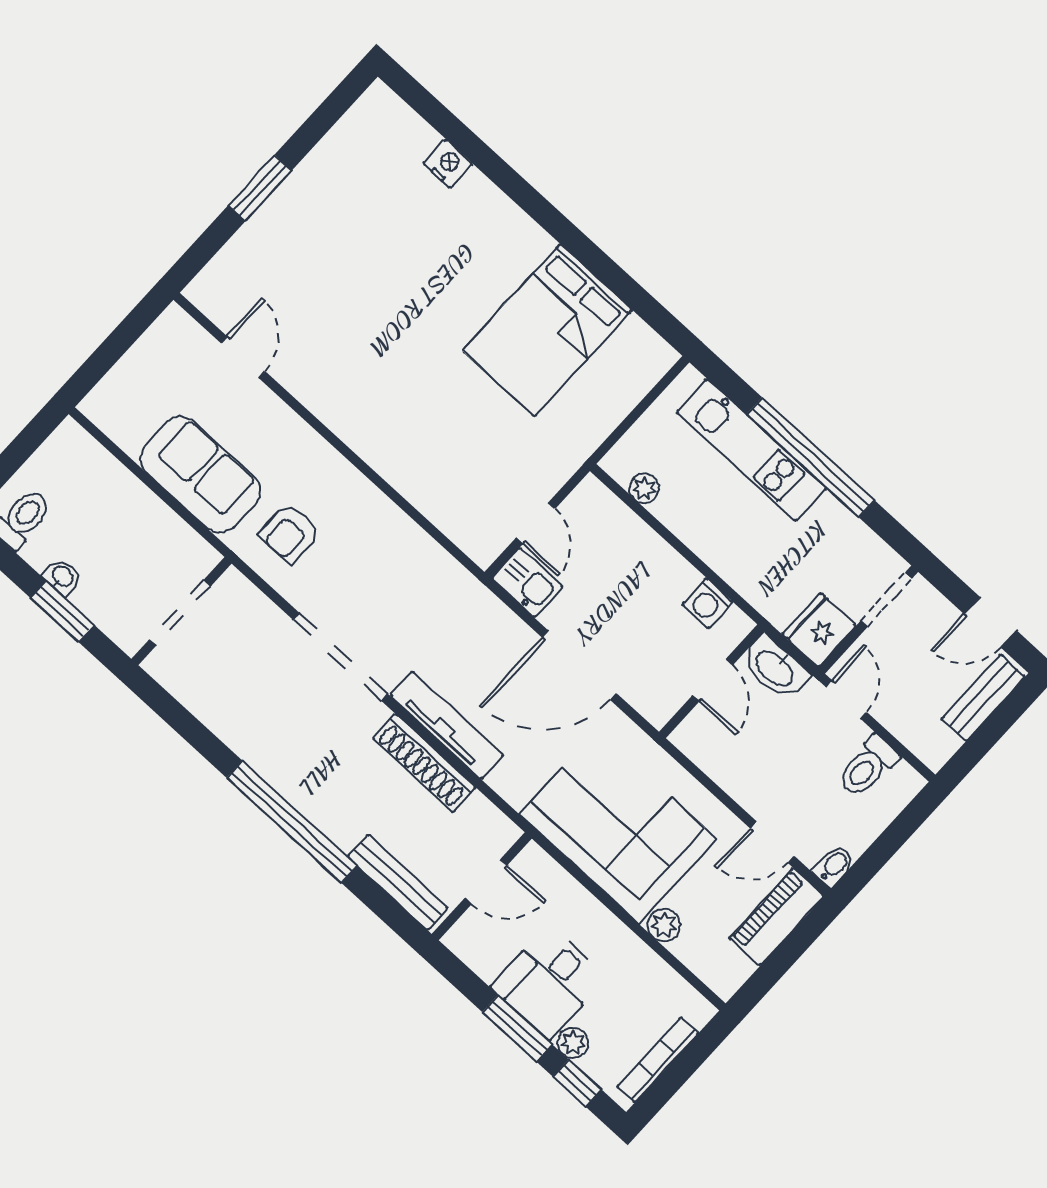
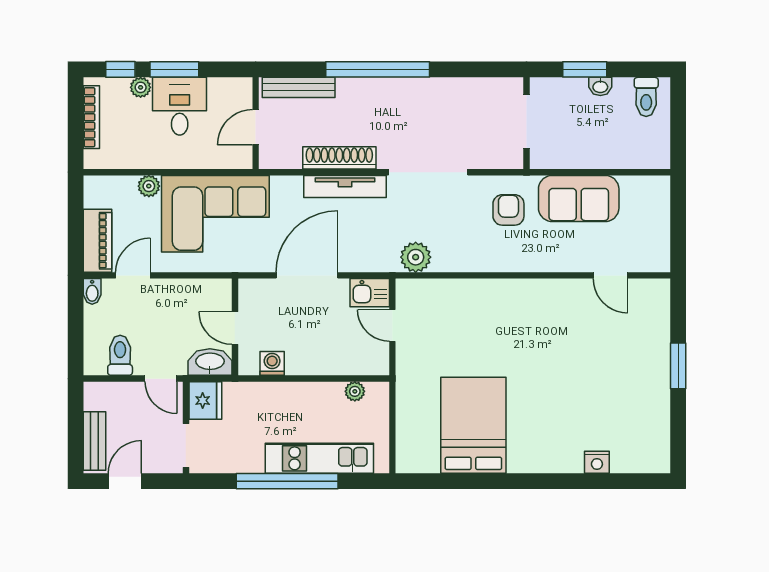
plant: (440, 575) -> (416, 257), added

